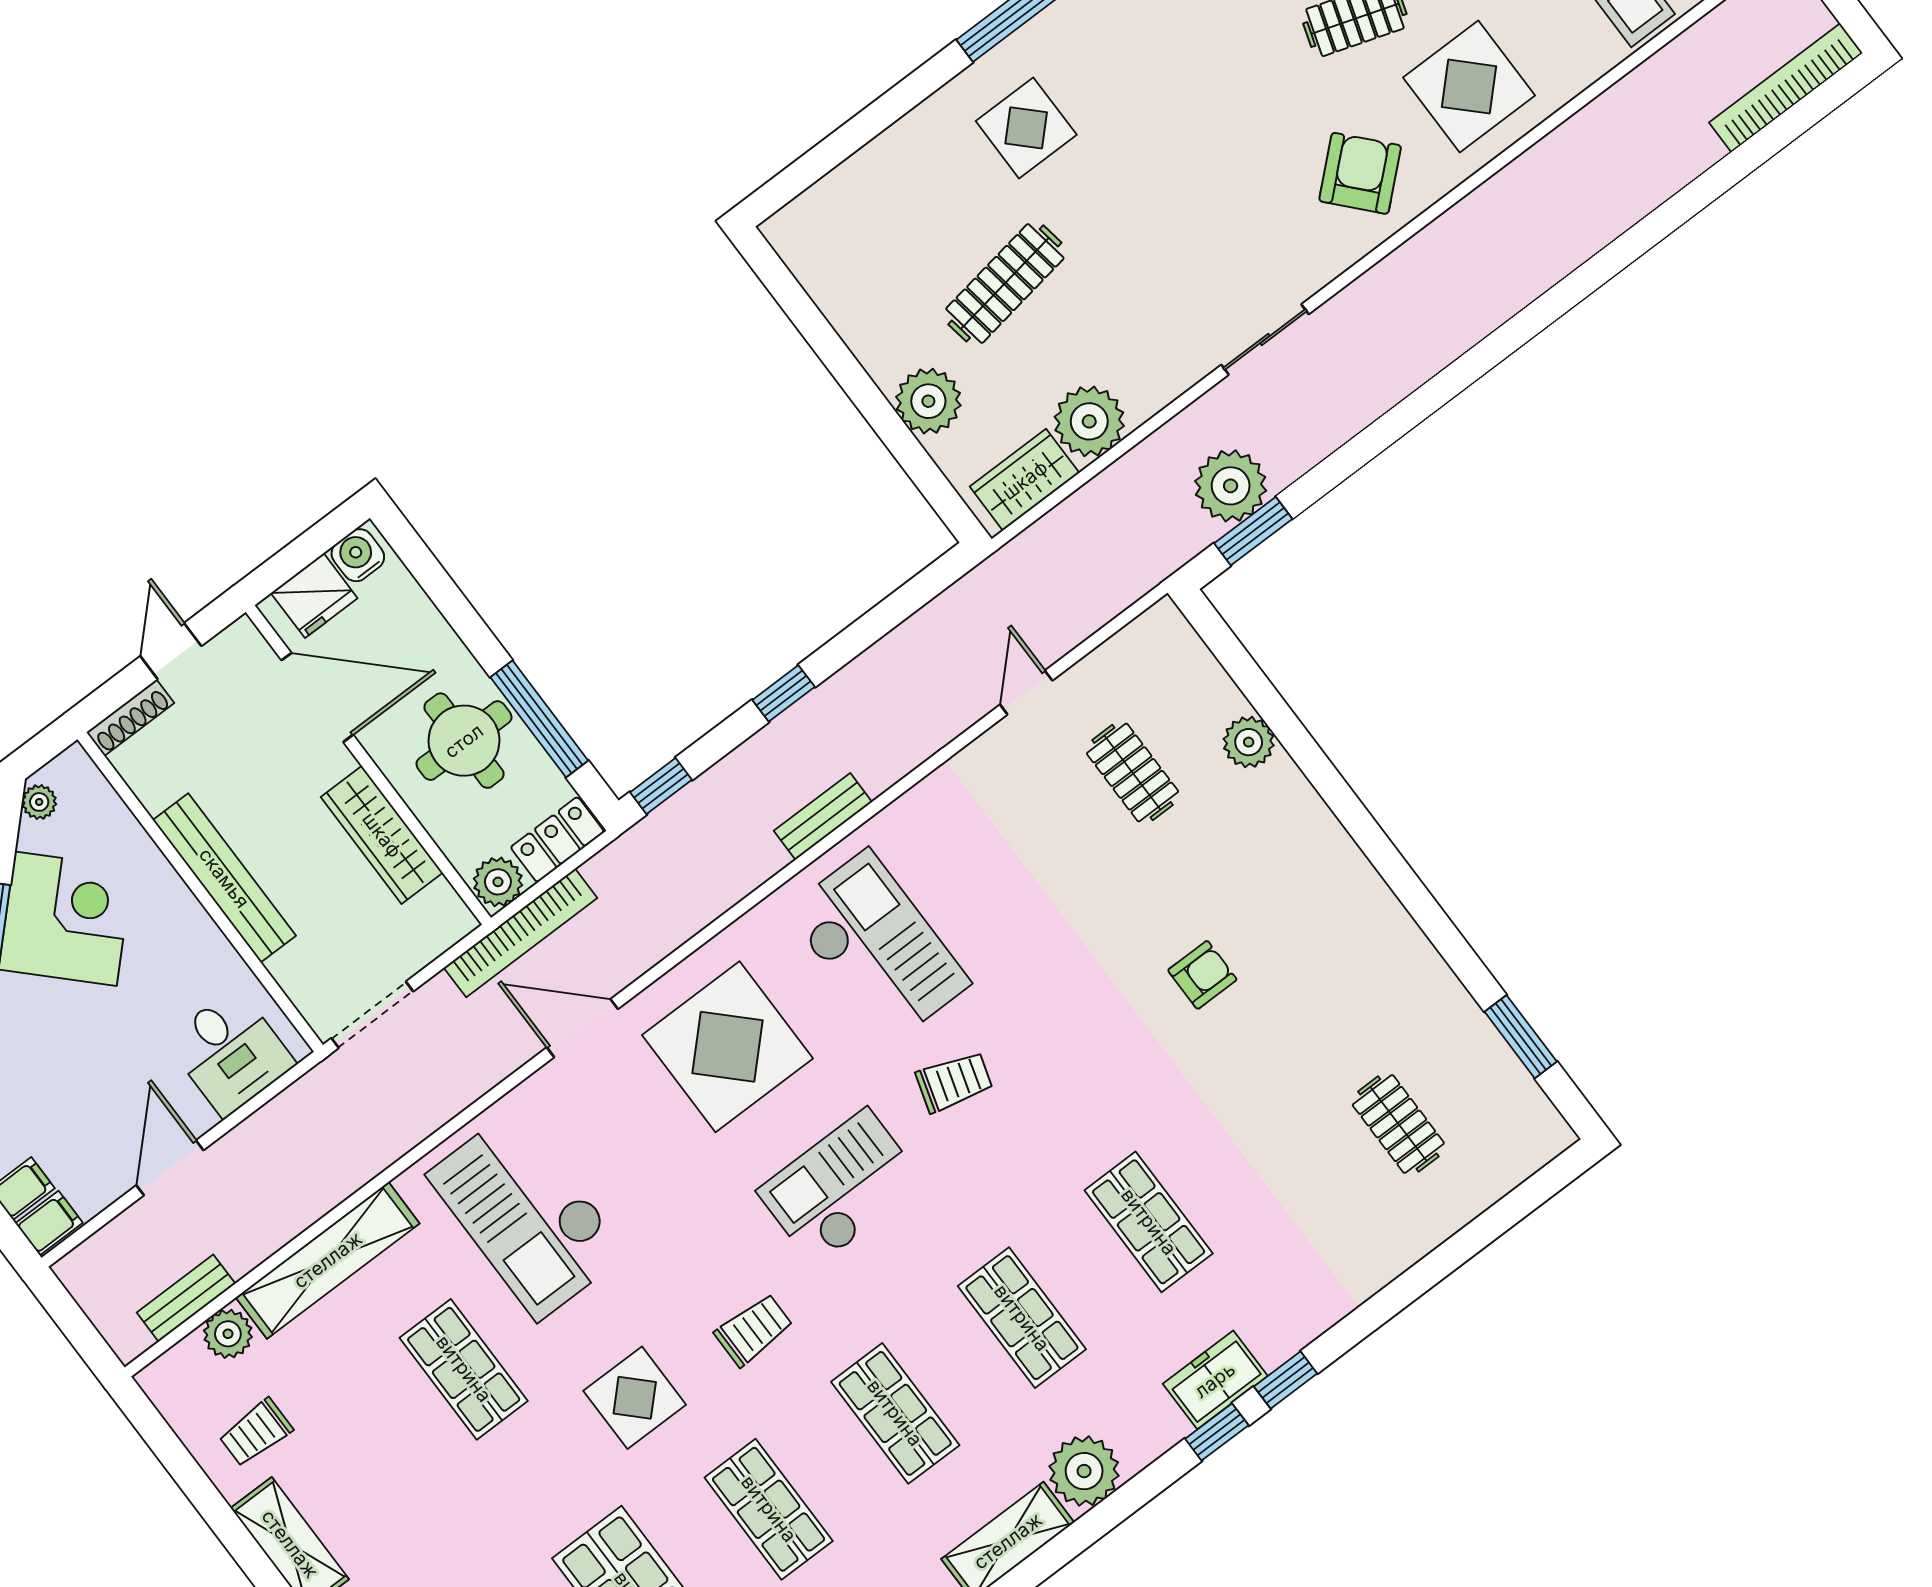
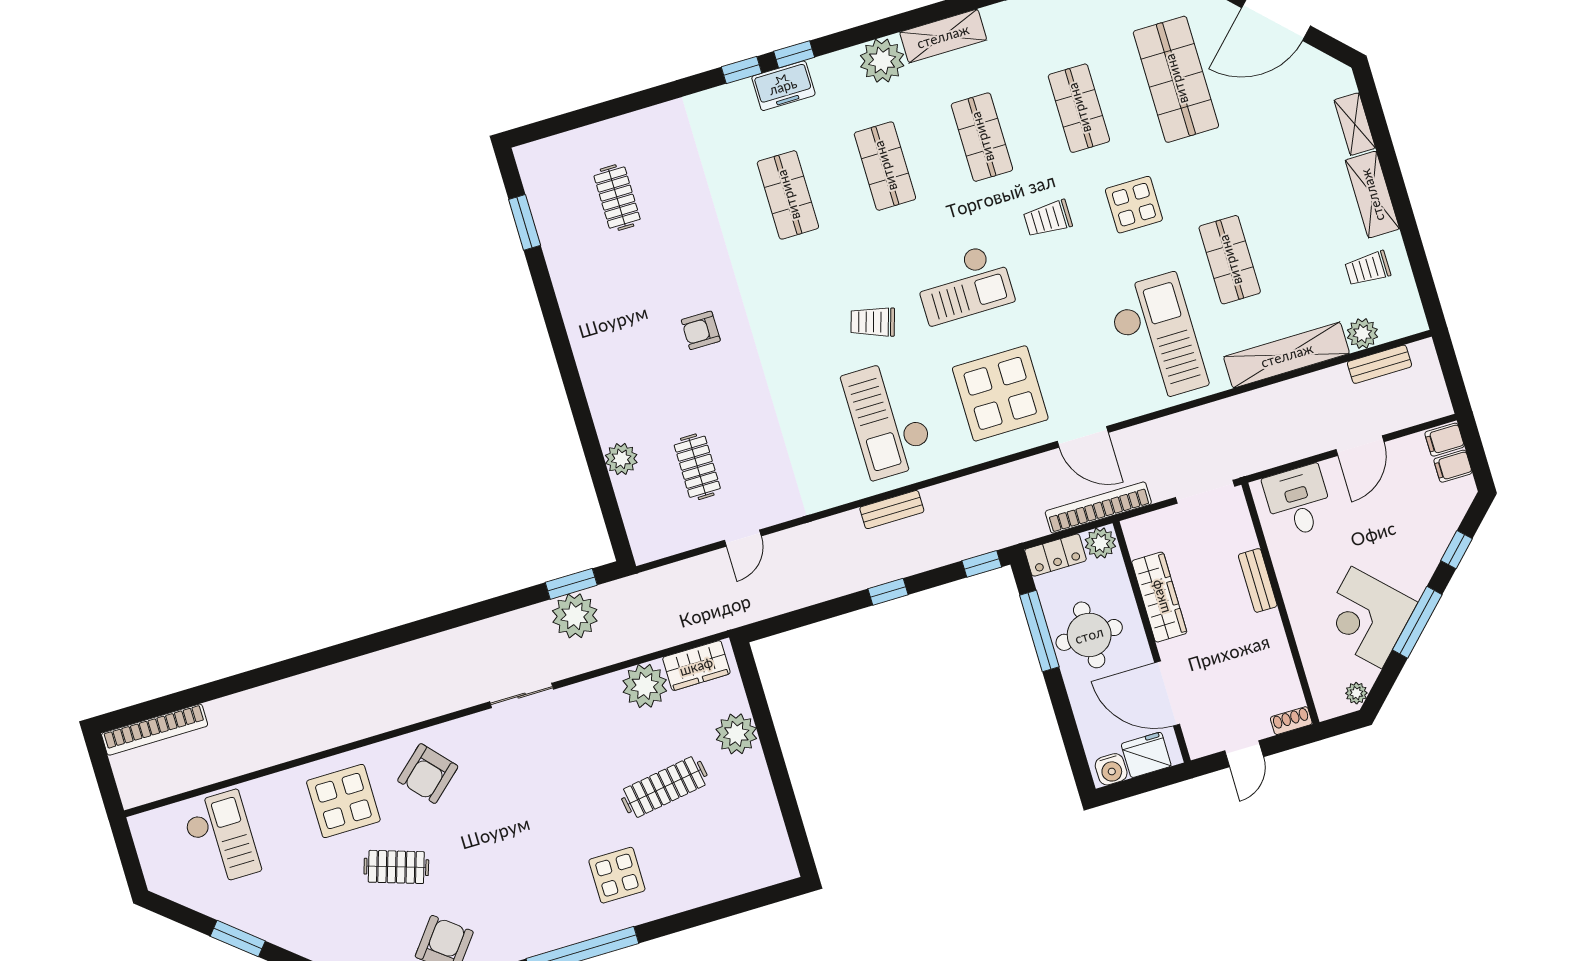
shoe rack: (130, 718) -> (1291, 721), width x0.70
bench: (224, 878) -> (1258, 580), width x0.54, depth x0.82
trolley: (256, 1433) -> (1368, 268), turned 180

